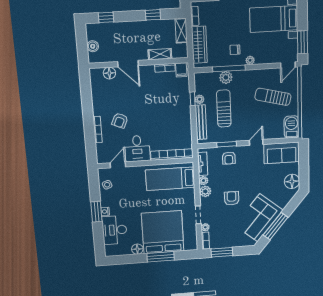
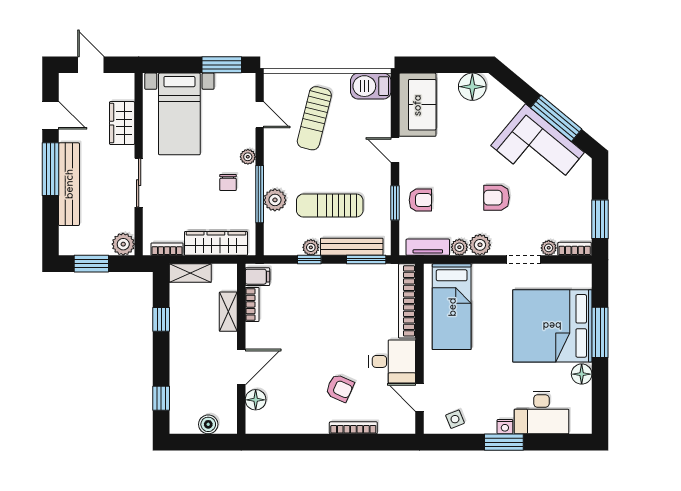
door: (288, 65) -> (260, 115), moved
window: (194, 131) -> (366, 260), added

